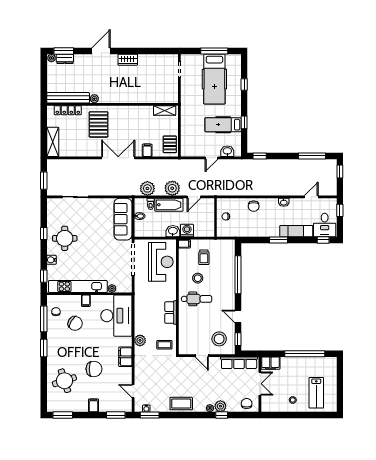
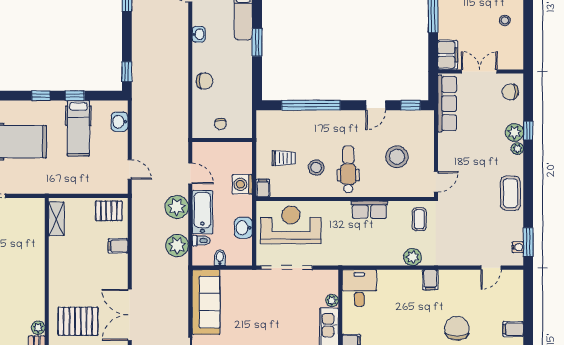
window: (244, 85) -> (41, 96), moved
double door: (118, 158) -> (130, 315), moved
door: (211, 158) -> (130, 169), moved
sofa: (123, 219) -> (206, 302), moved, turned -90
washbasin: (173, 231) -> (243, 228), moved
desk: (116, 316) -> (359, 288), width x0.53, depth x0.77
stool: (219, 339) -> (397, 157), moved
door: (202, 356) -> (436, 182), moved
filing cabinet: (125, 357) -> (430, 280), width x0.50
window: (116, 415) -> (528, 294), removed

